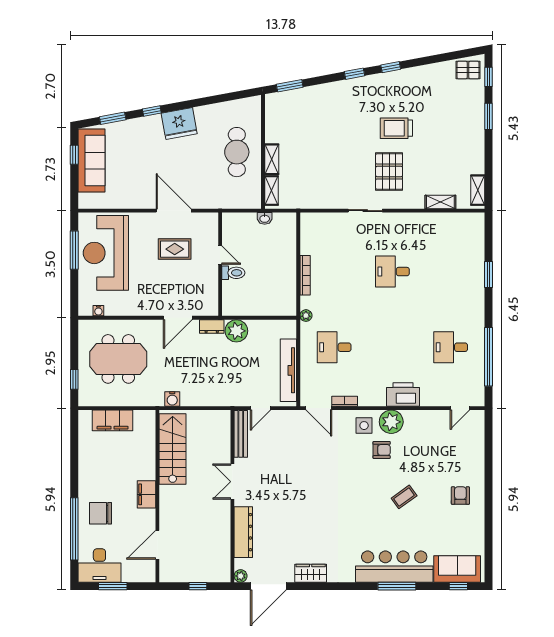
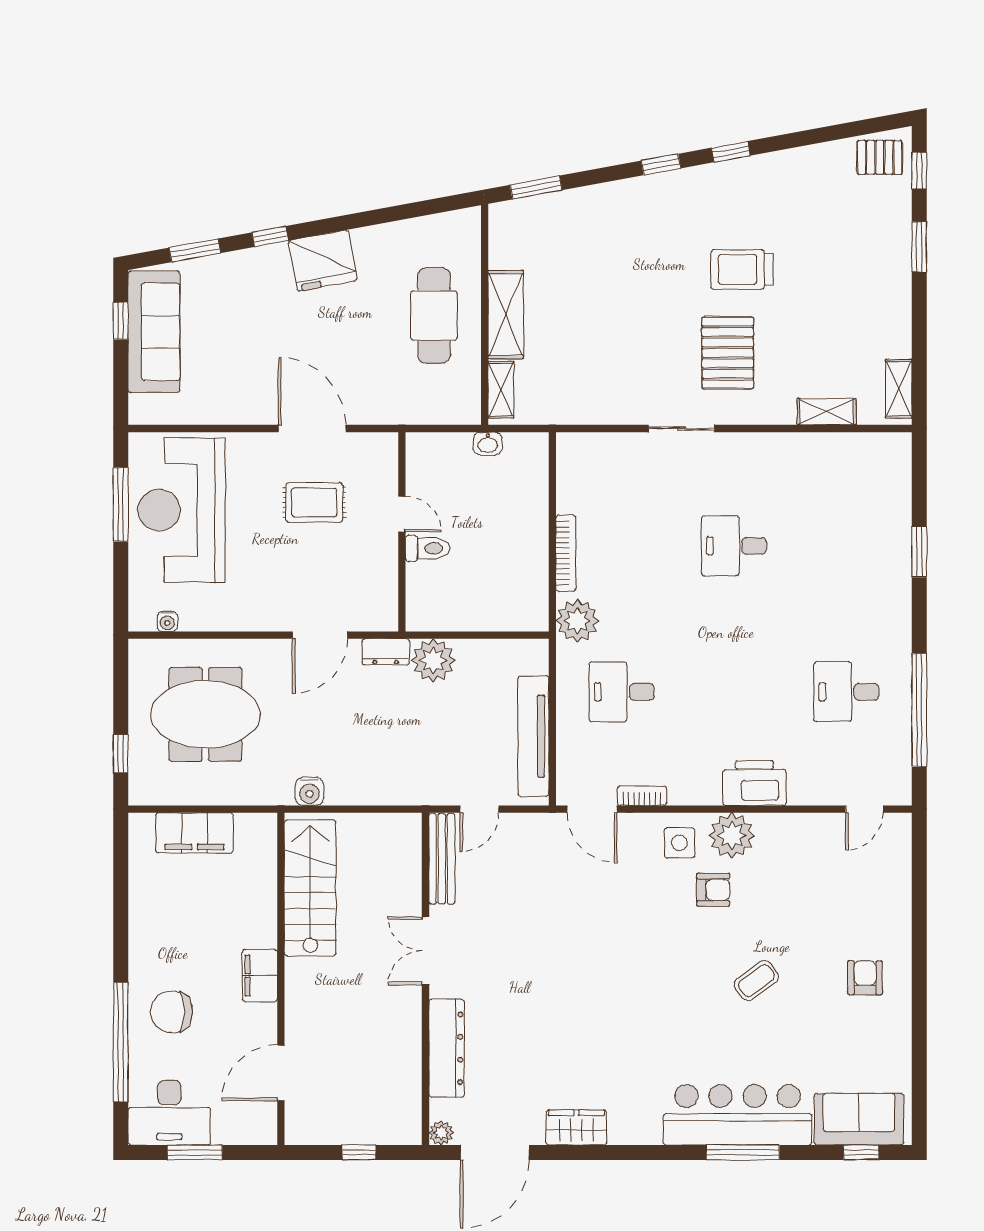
shelving: (272, 159) -> (506, 315), width x1.50, depth x1.33
plant: (306, 316) -> (577, 621), width x1.88, depth x1.88

